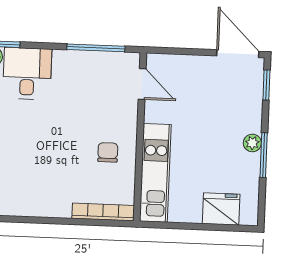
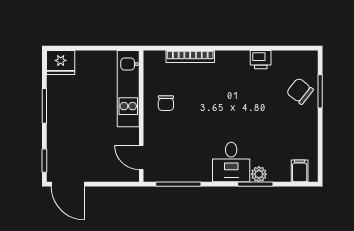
plant: (252, 143) -> (53, 115), removed
fridge: (221, 209) -> (61, 62), moved
bookcase: (103, 212) -> (190, 56), moved

